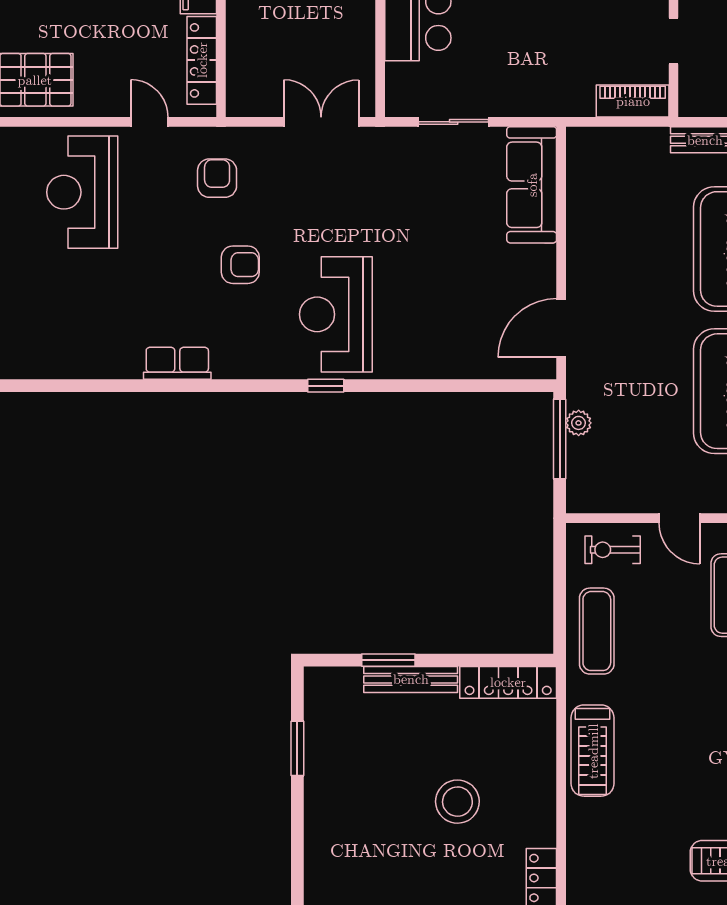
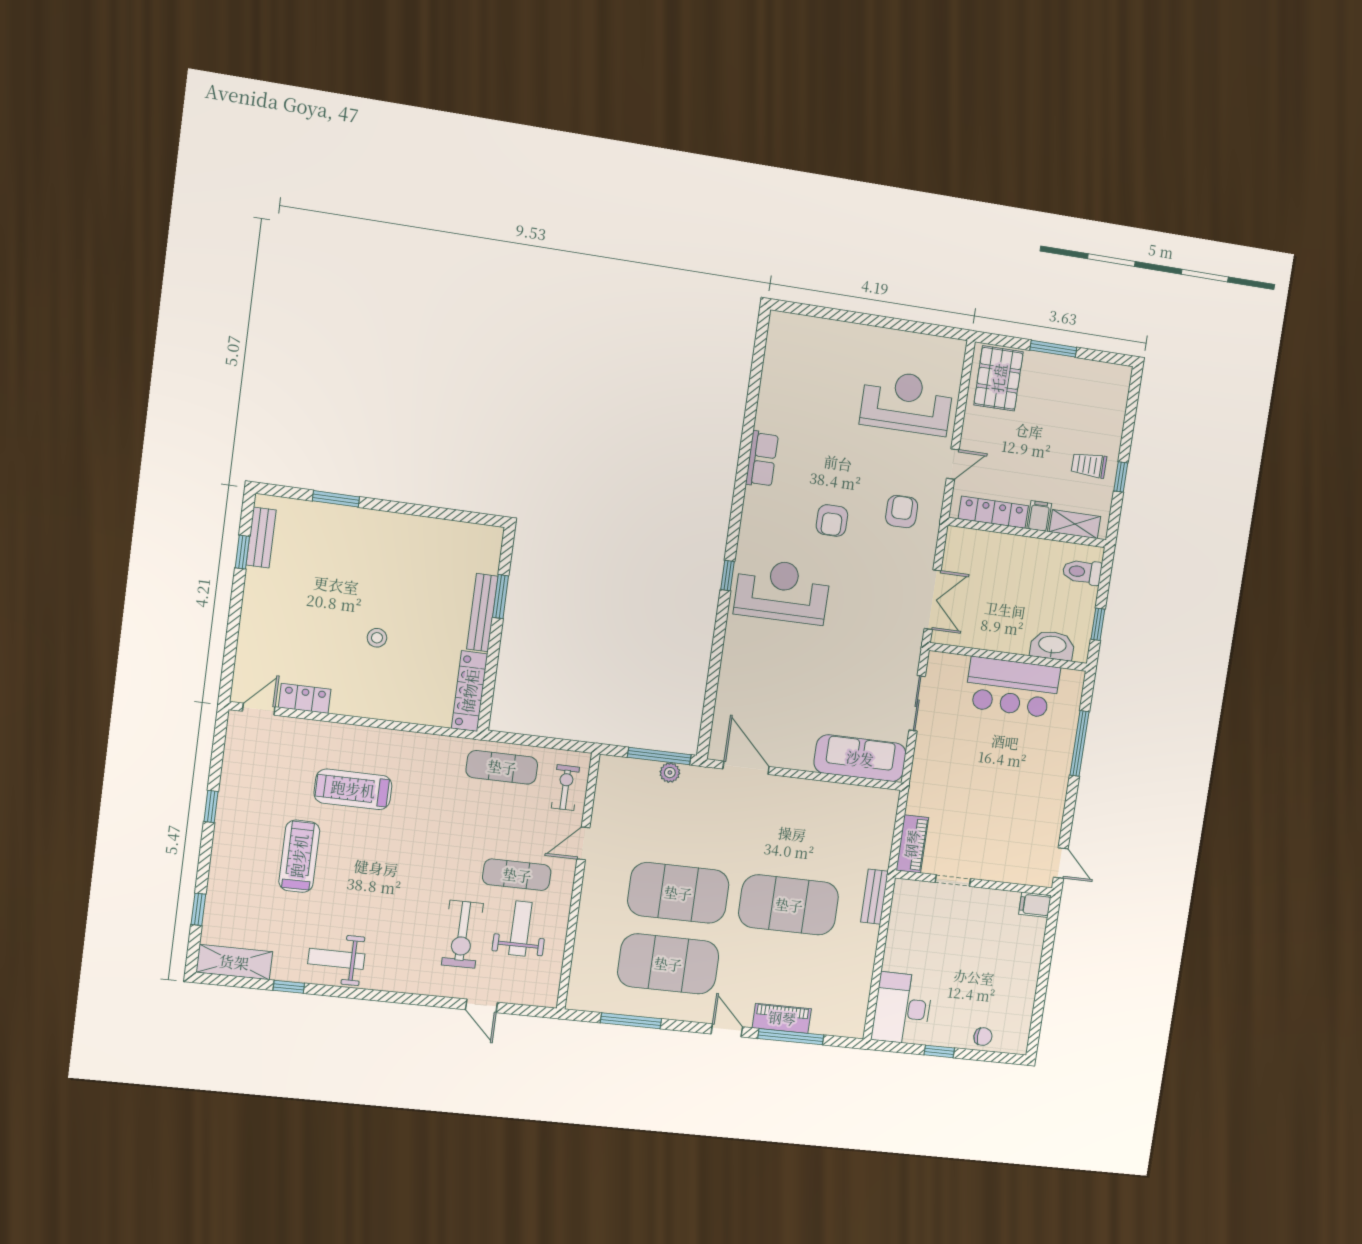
armchair: (217, 178) -> (902, 512), turned -90
window: (297, 748) -> (336, 499), moved
treadmill: (593, 751) -> (353, 789), moved
stool: (457, 802) -> (377, 638), width x0.53, depth x0.53

